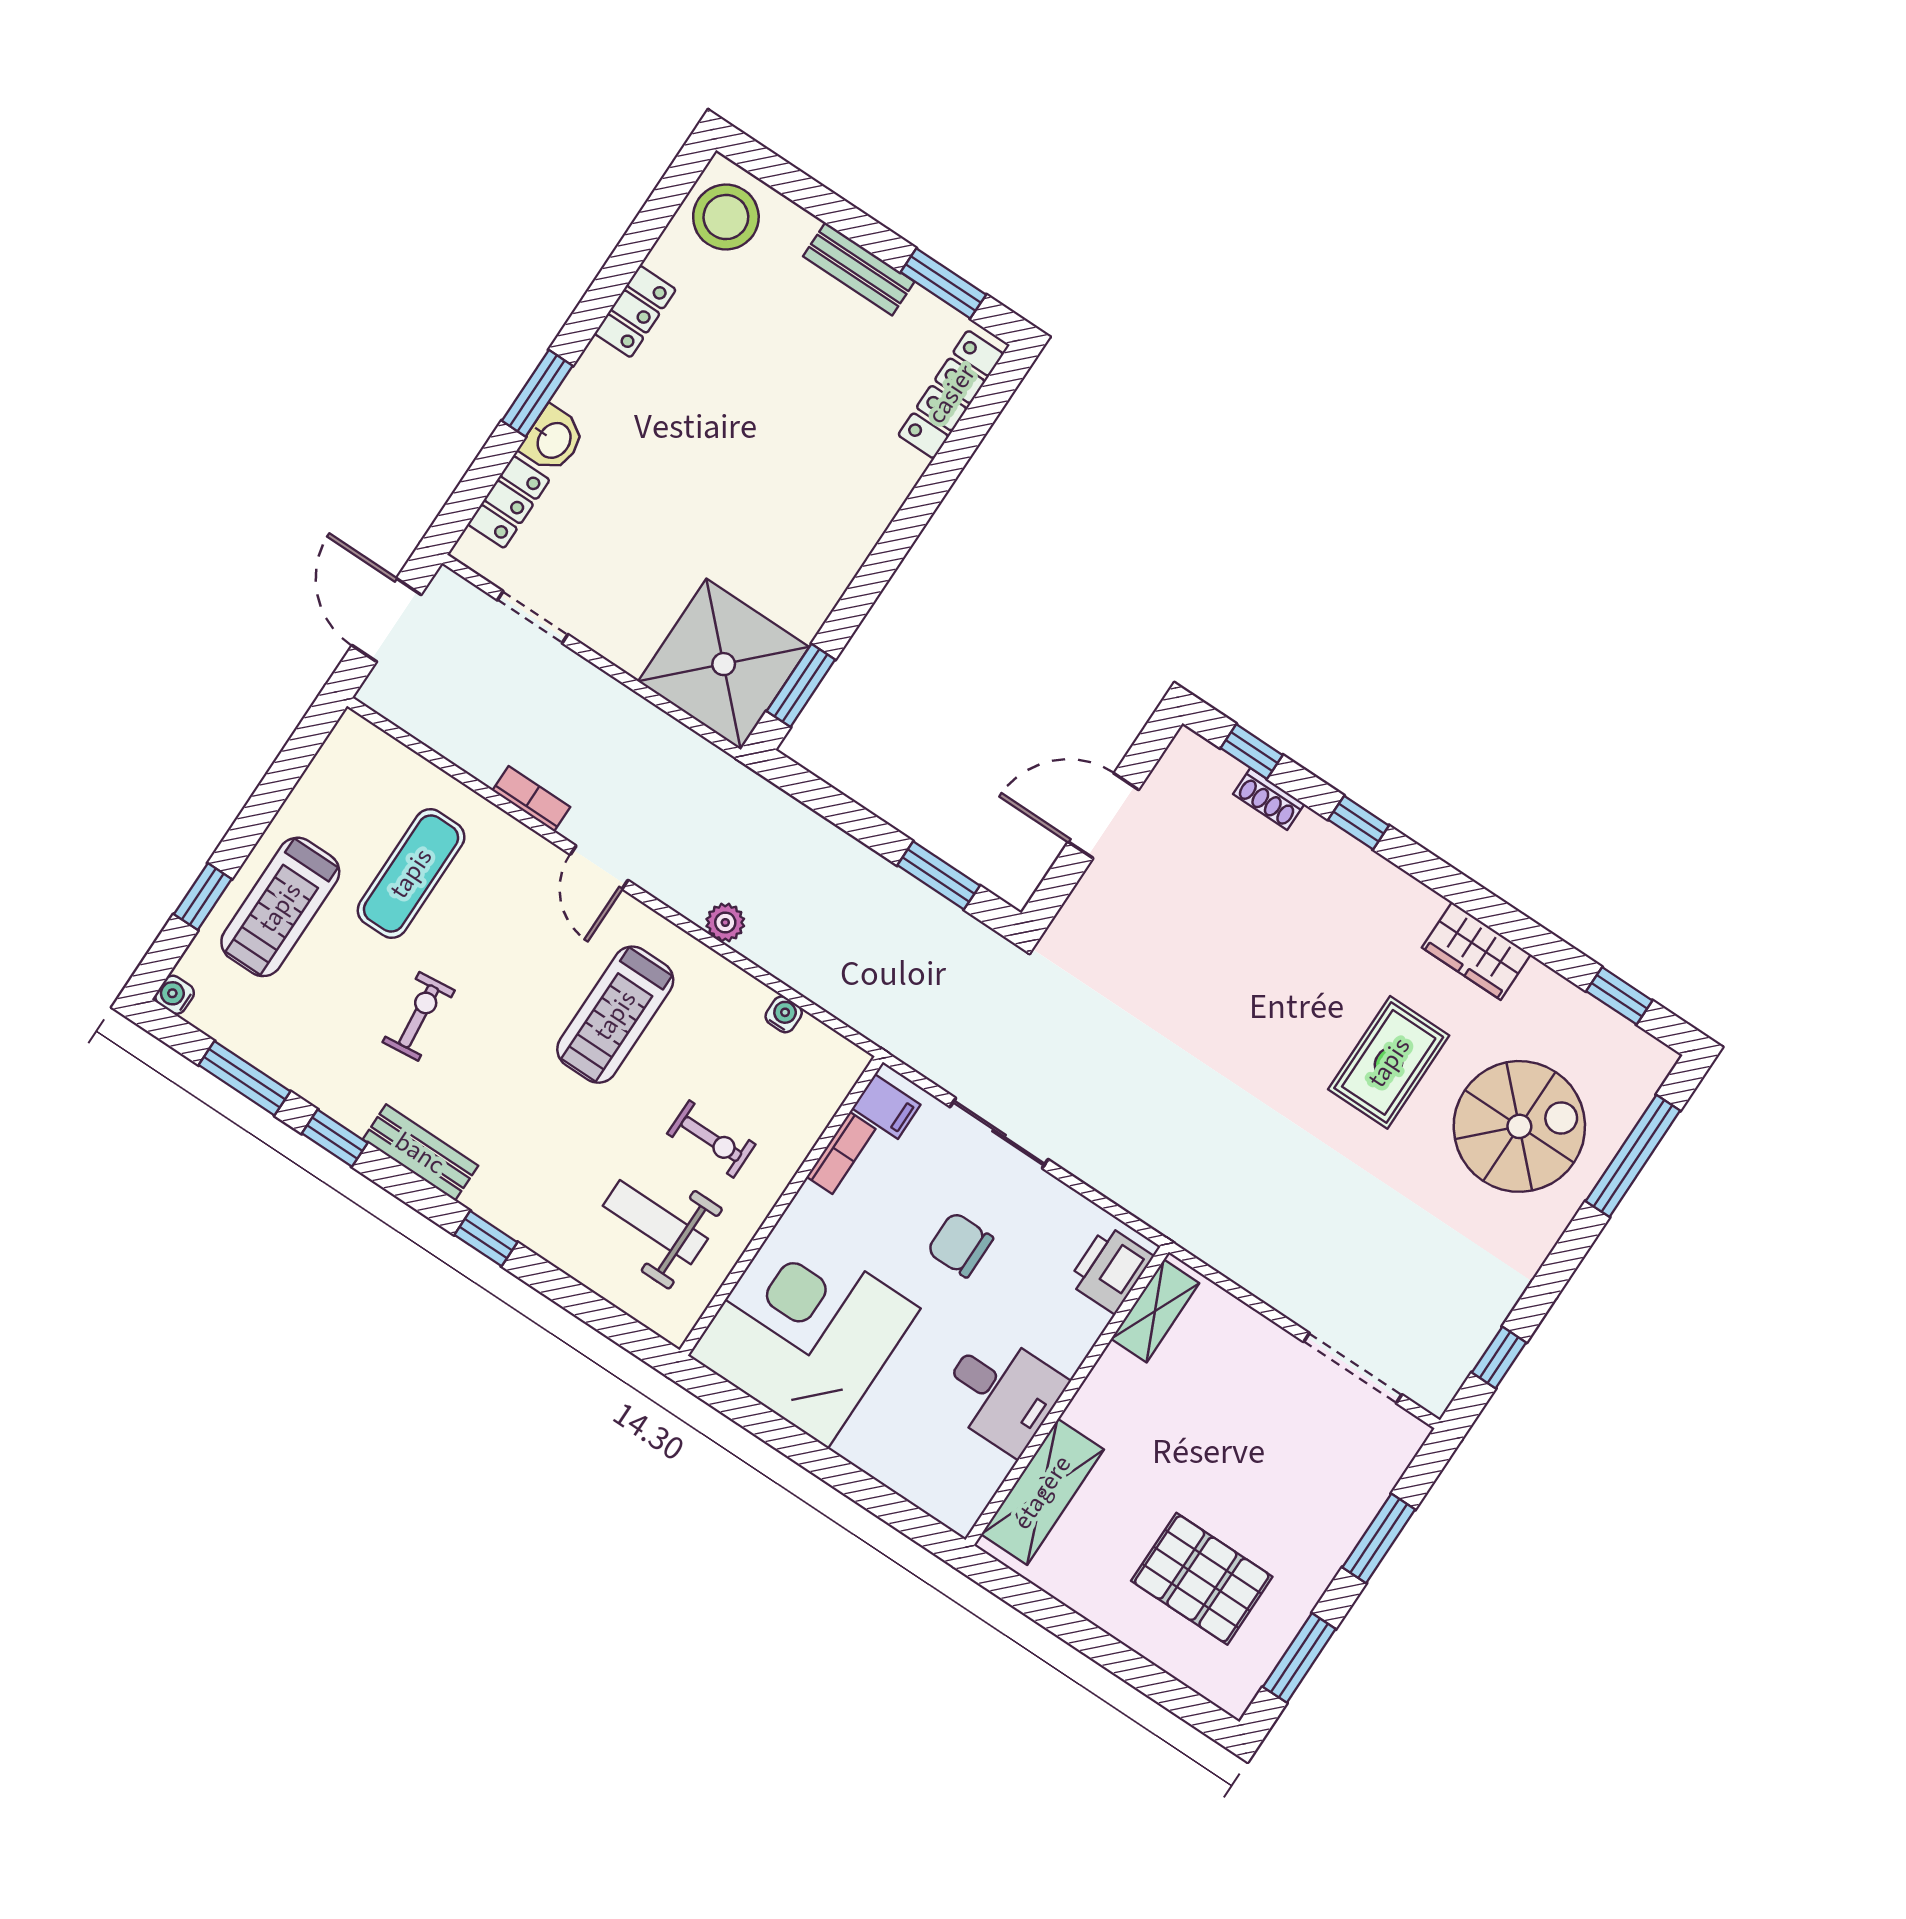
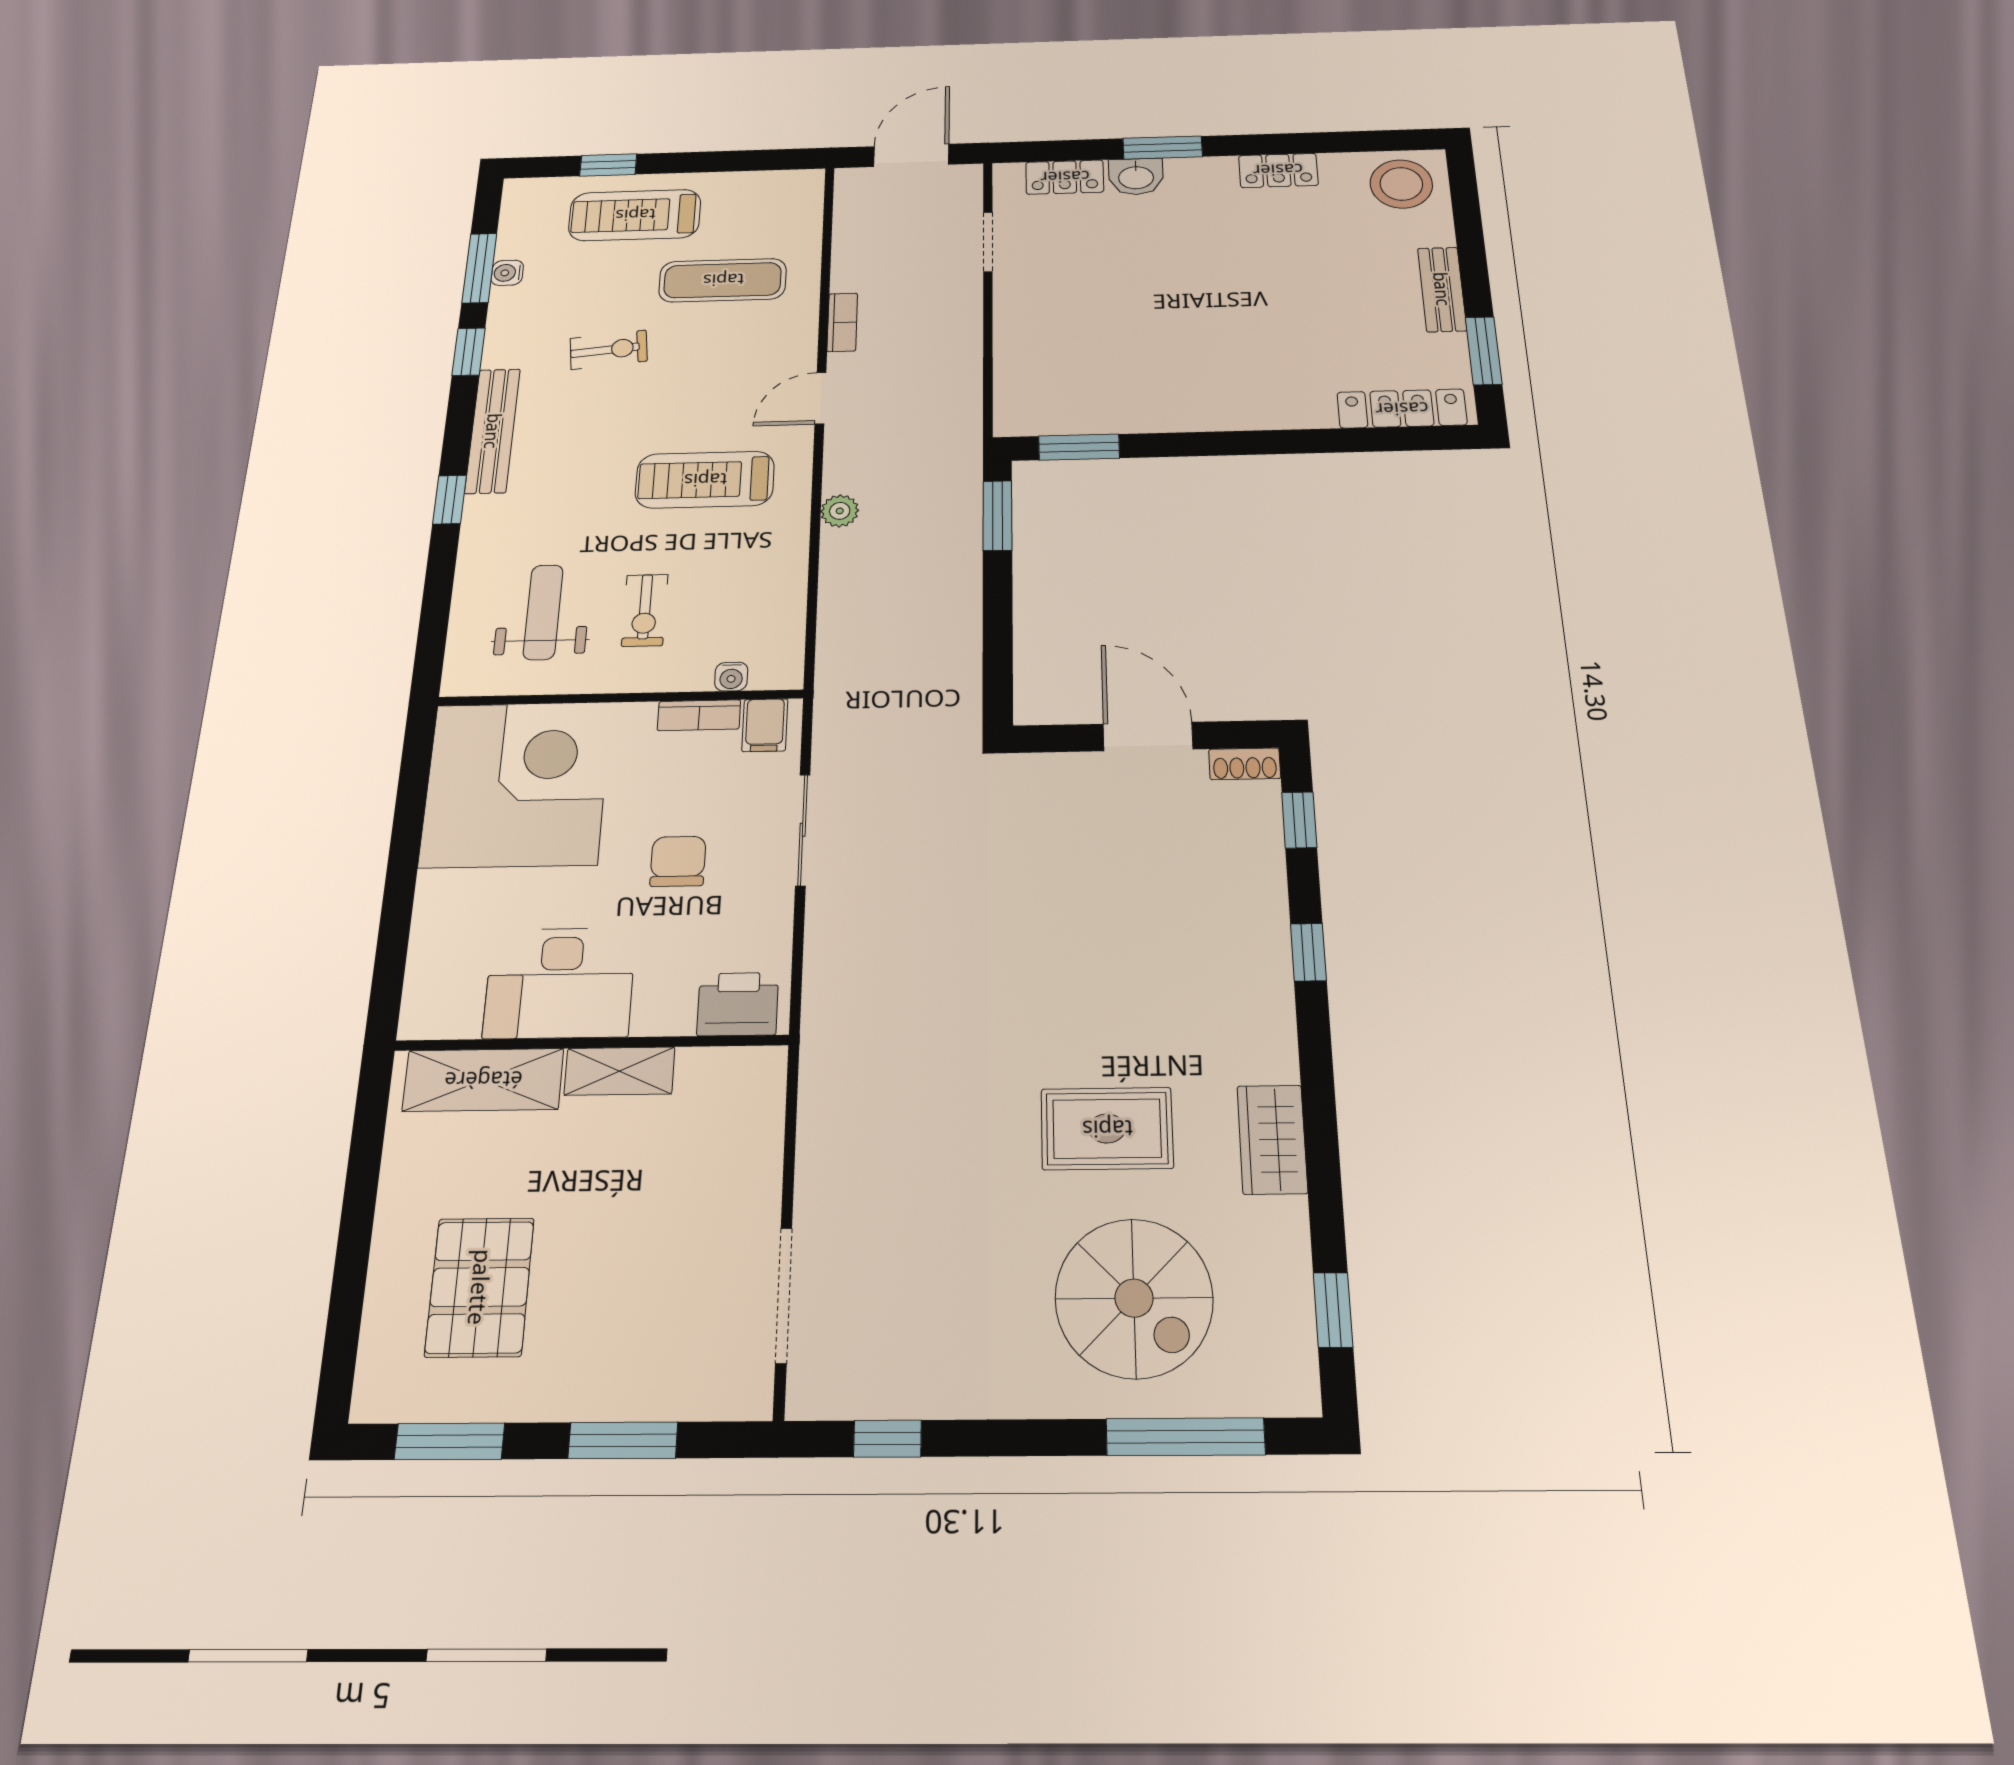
shower: (724, 664) -> (1053, 385), removed
shoe rack: (1269, 799) -> (1245, 764), moved, turned -90
window: (939, 875) -> (997, 516), moved
water cooler: (175, 995) -> (507, 273), moved, turned -90
water cooler: (784, 1014) -> (731, 677), moved, turned 90
bench: (420, 1153) -> (493, 431), width x1.36
shelving: (1155, 1311) -> (619, 1071), moved
desk: (1002, 1392) -> (560, 983), width x1.37

